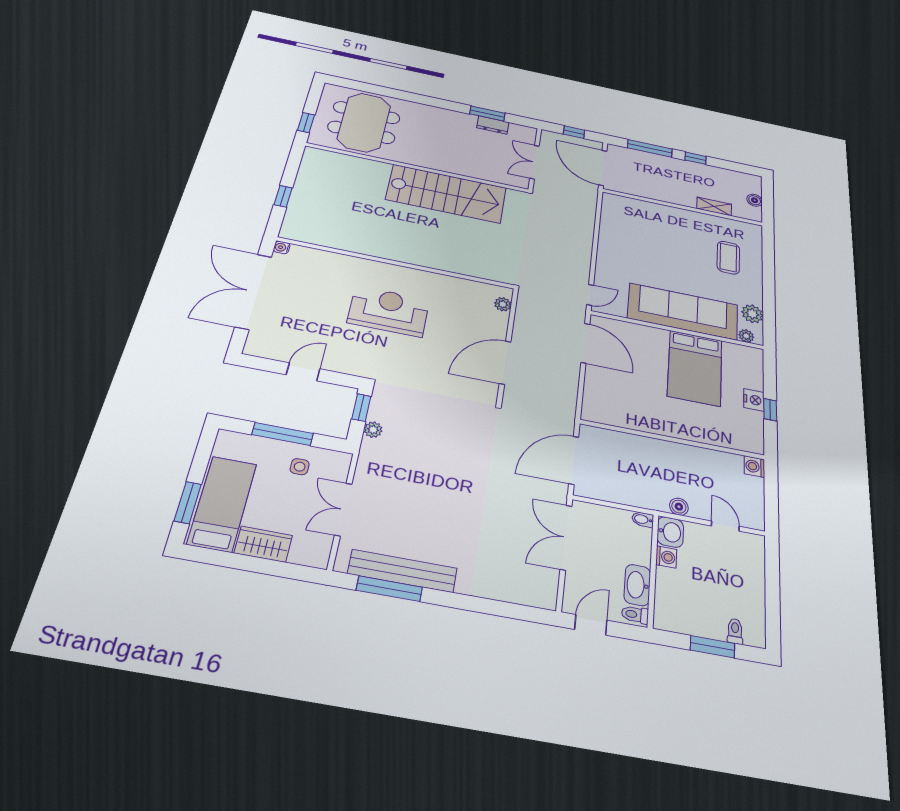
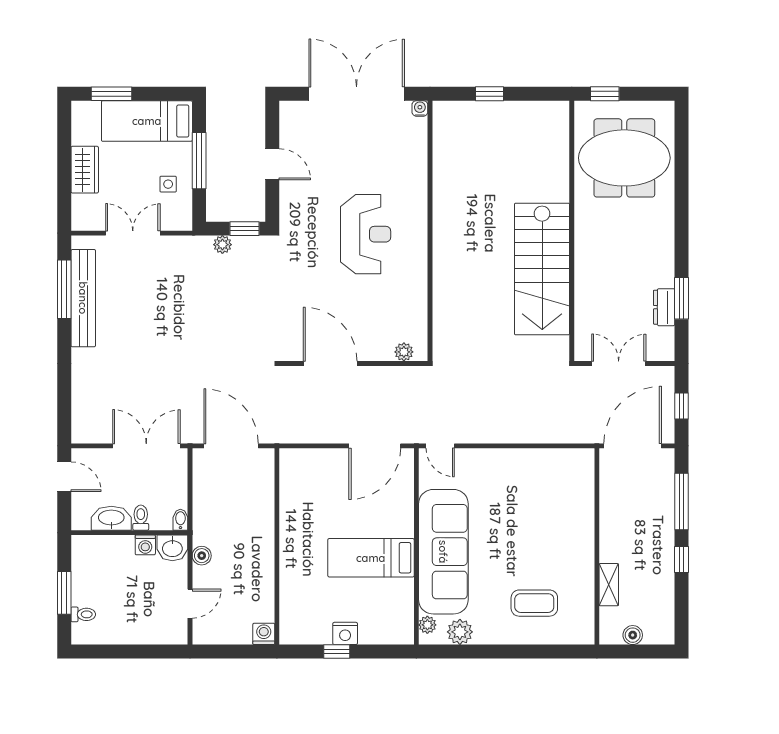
bed: (695, 368) -> (371, 558), width x0.67
bed: (222, 504) -> (147, 121), moved, turned 180
toilet: (635, 615) -> (141, 518), moved

